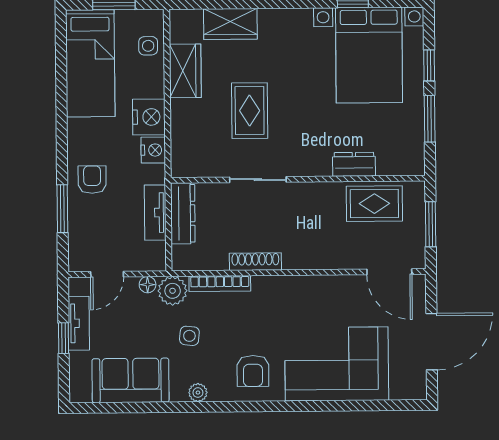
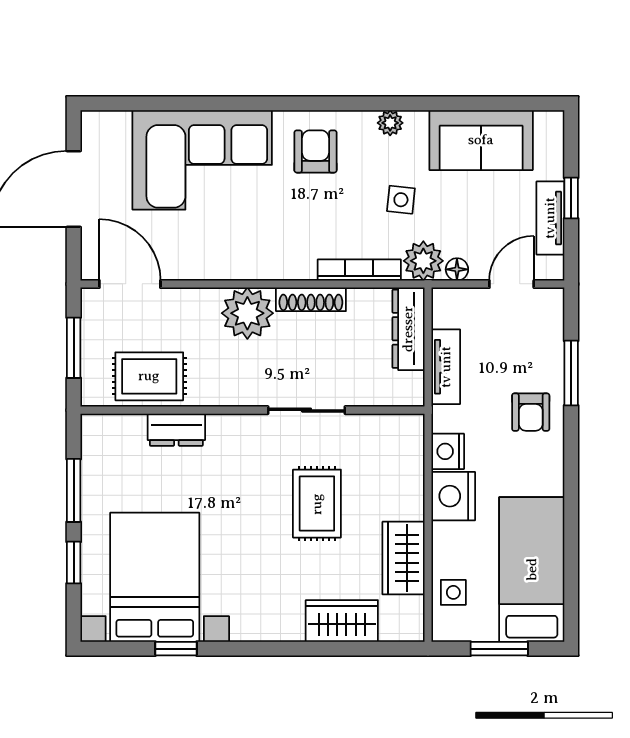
dresser: (183, 213) -> (408, 329), moved
plant: (302, 251) -> (247, 313), added

